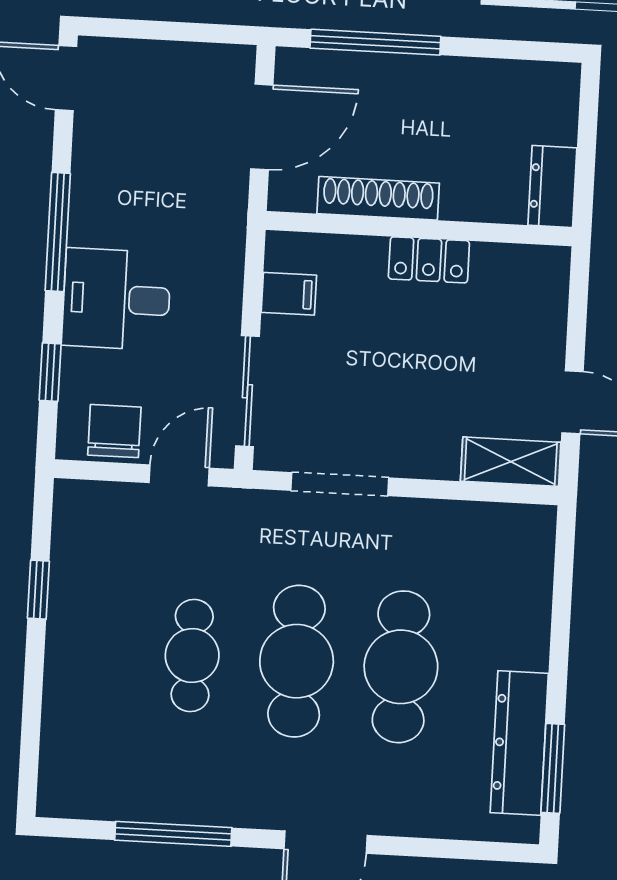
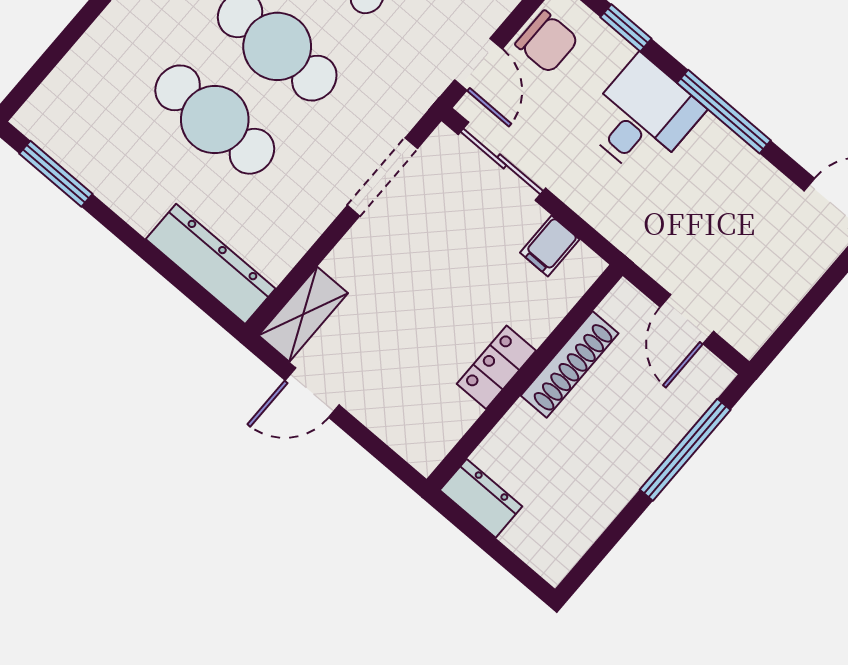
door: (262, 127) -> (687, 319), width x0.73
dresser: (519, 743) -> (211, 264), moved

